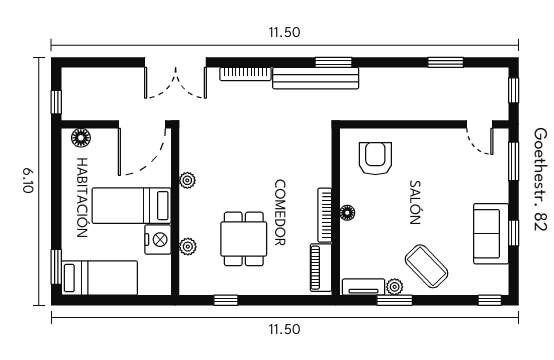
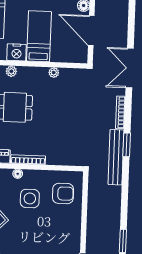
window: (334, 62) -> (127, 145), moved
door: (142, 124) -> (91, 31), moved
side table: (385, 210) -> (30, 198), added
floor lamp: (347, 213) -> (18, 174), moved

